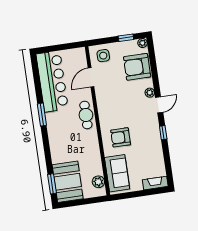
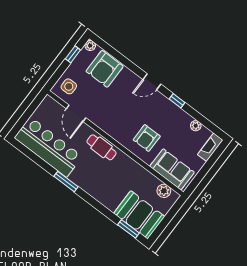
plant: (150, 93) -> (196, 126), moved
door: (159, 105) -> (152, 82), swing flipped

